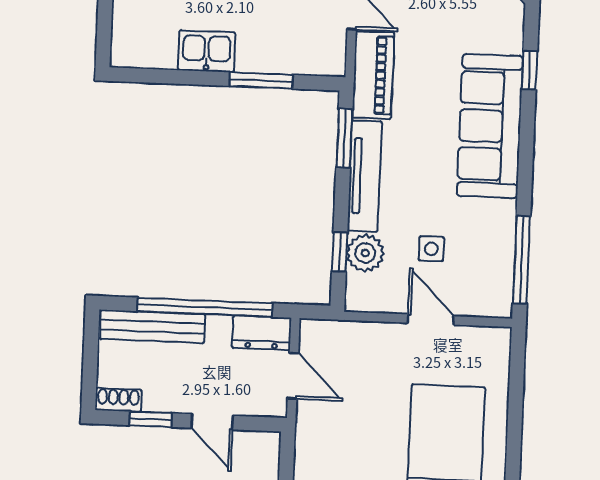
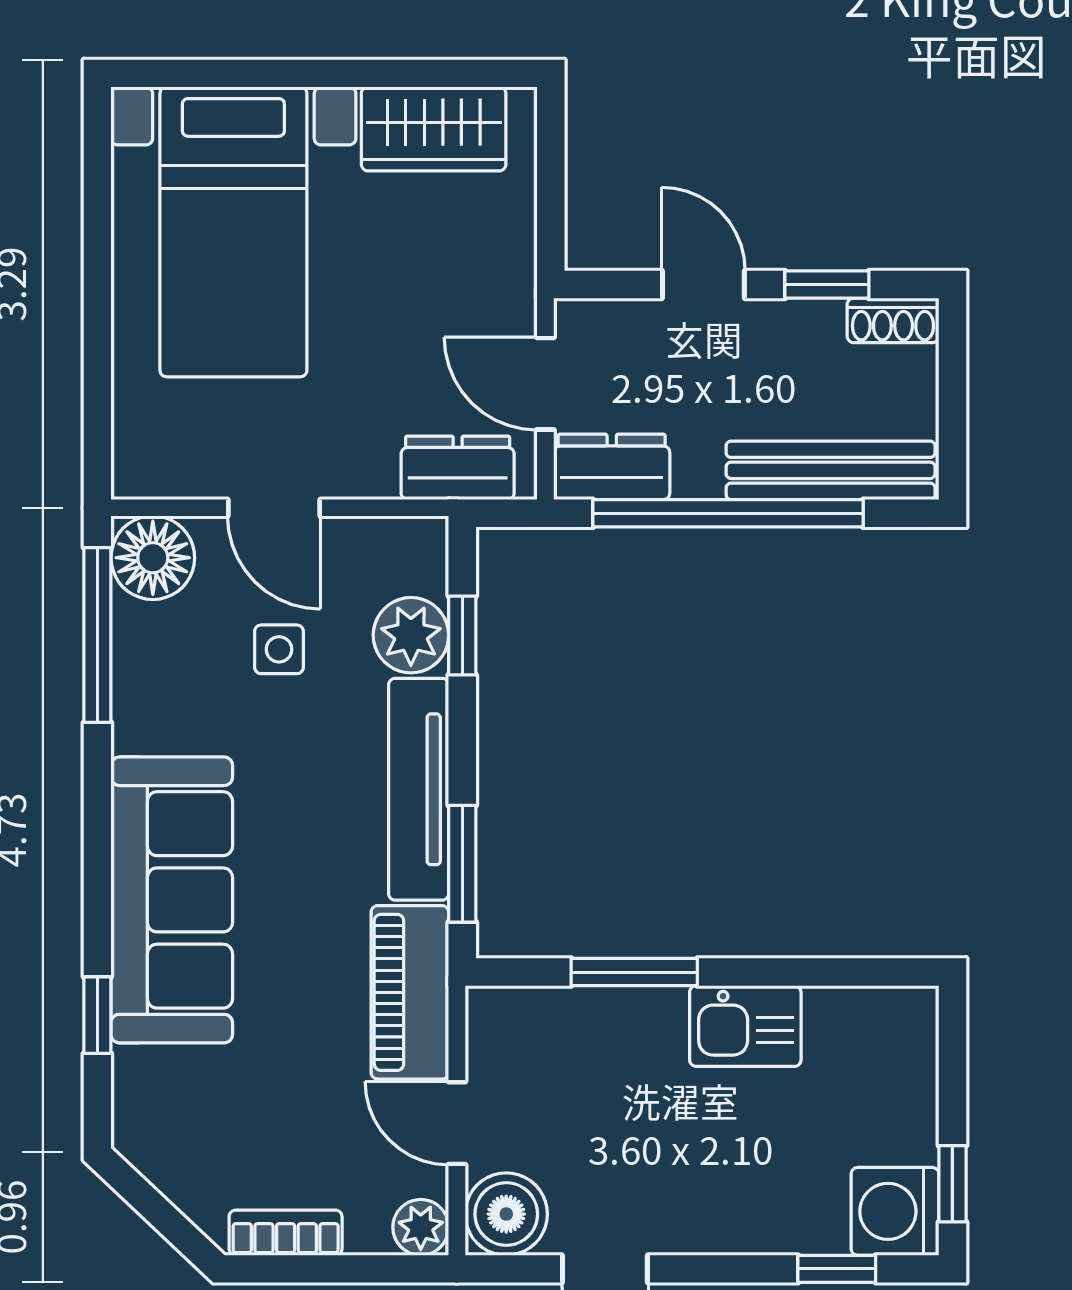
floor lamp: (492, 297) -> (153, 558), added
dresser: (338, 336) -> (458, 468), added

